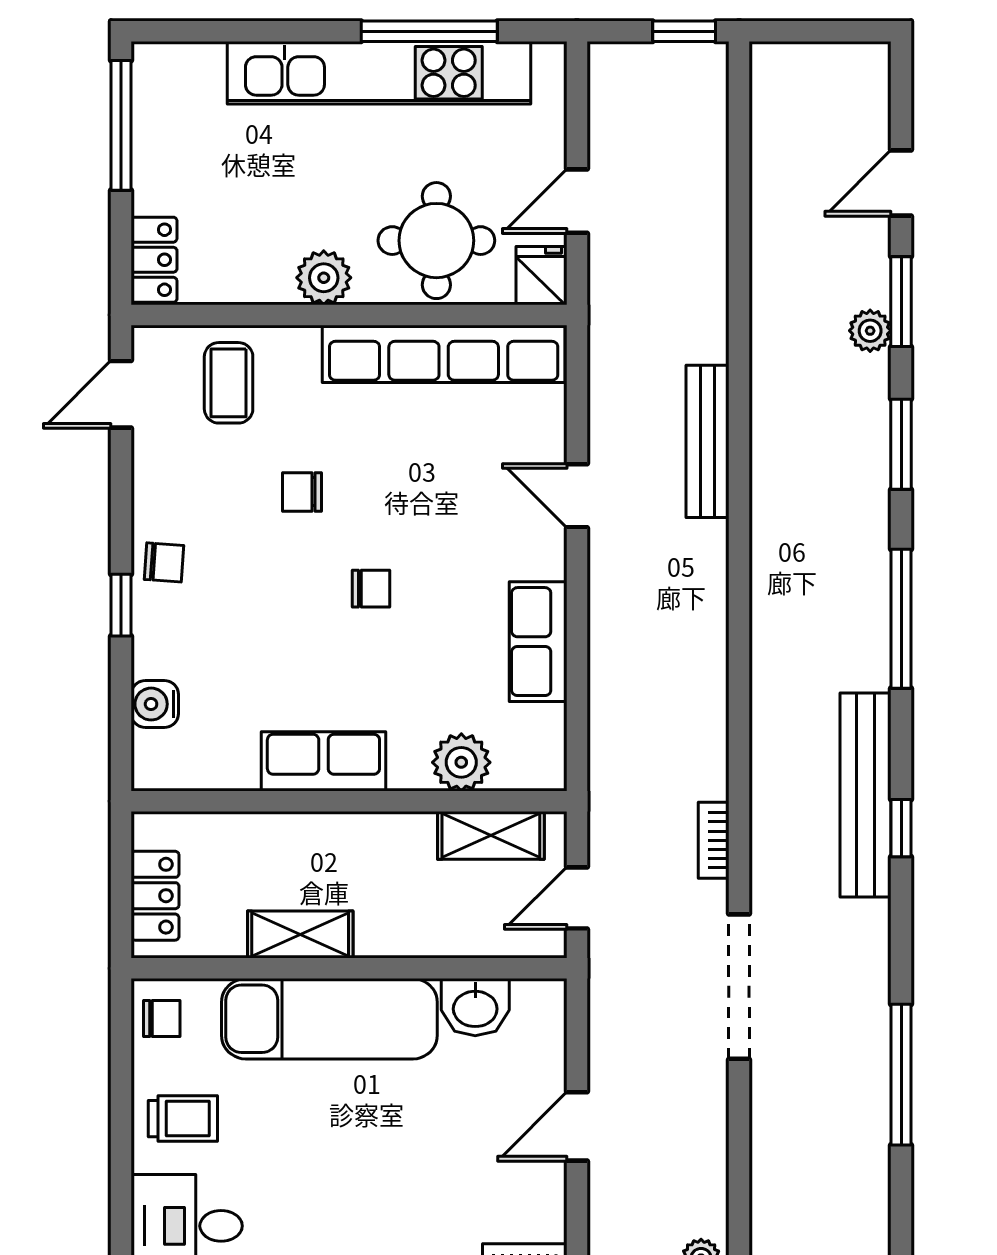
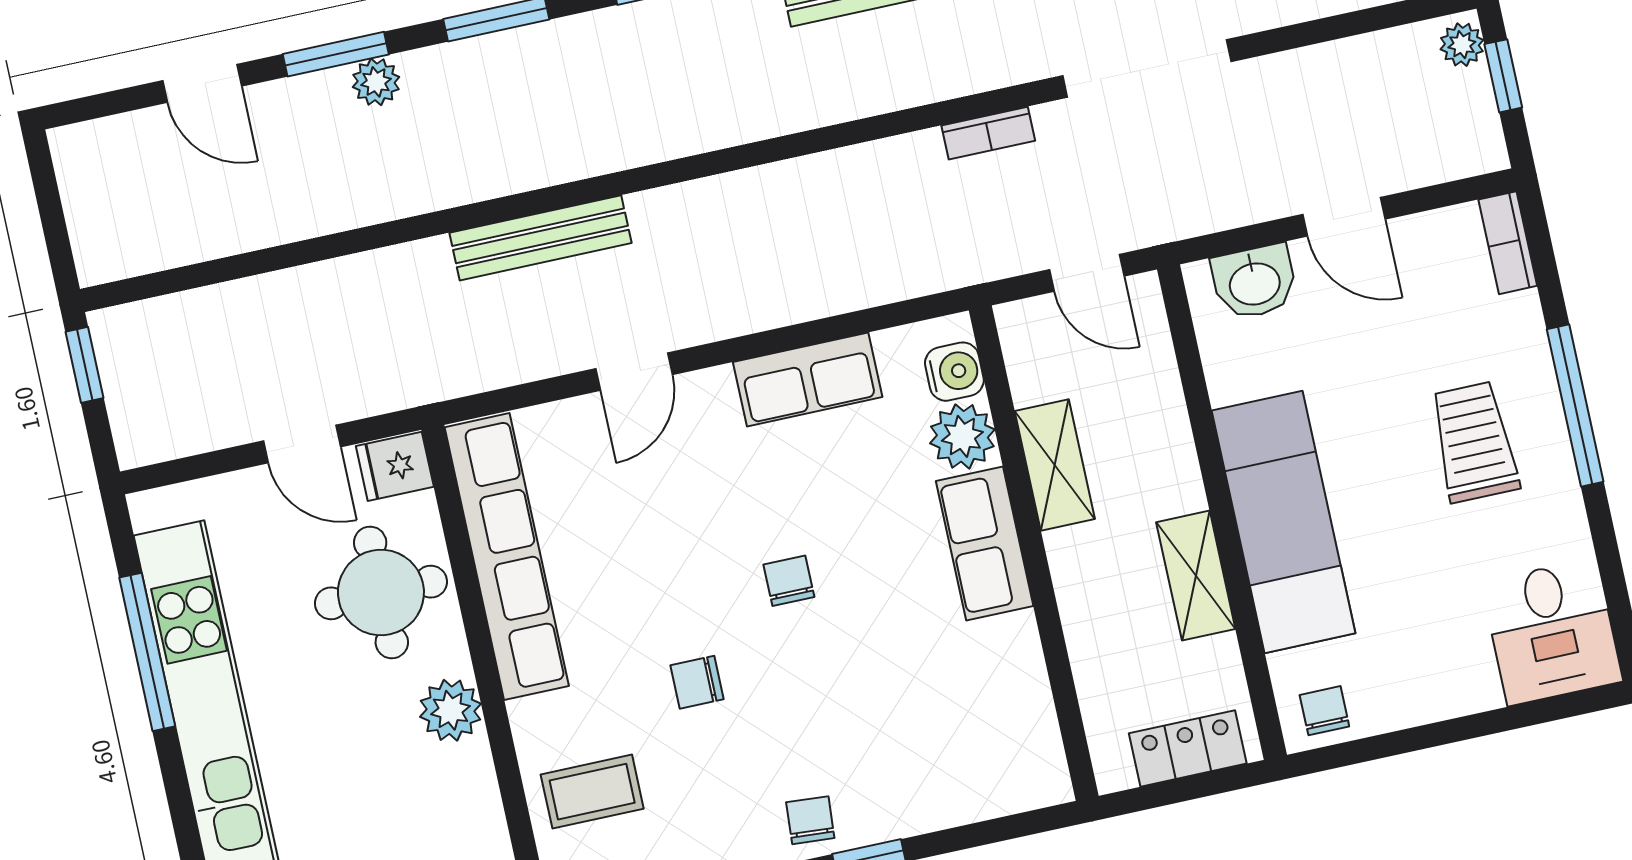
chair: (302, 492) -> (697, 682), turned 90
water cooler: (155, 704) -> (954, 372), moved, turned -90
row of seats: (323, 761) -> (985, 544), moved
shelving: (491, 835) -> (1055, 465), moved
washbasin: (475, 1007) -> (1254, 282), moved, turned 90
trolley: (183, 1119) -> (1474, 442), moved, width x1.36, depth x1.39

